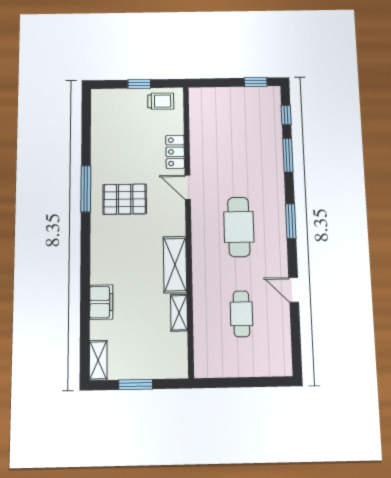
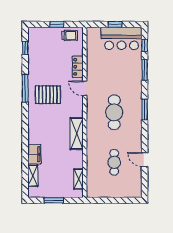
window: (256, 82) -> (115, 24), moved
bar counter: (247, 105) -> (122, 38), added
window: (86, 123) -> (25, 48), added
door: (294, 290) -> (145, 160), moved
shelving: (179, 313) -> (79, 179), moved
shelving: (98, 360) -> (33, 176), moved

